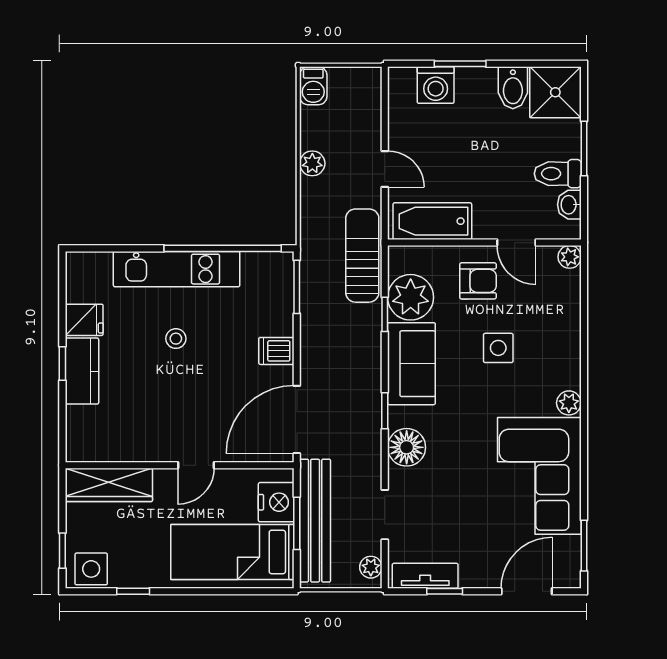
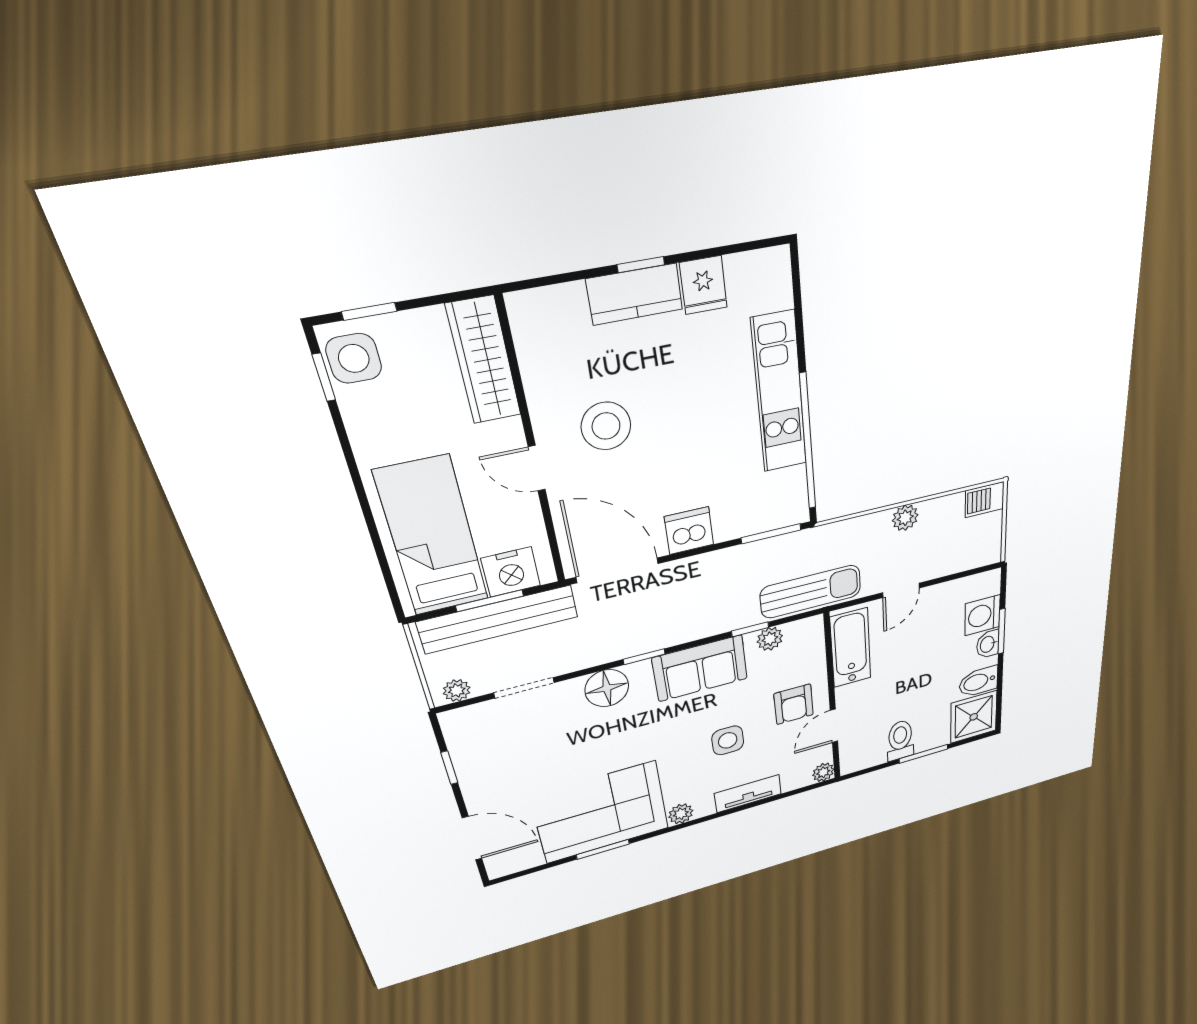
washbasin: (569, 205) -> (988, 644), moved, turned -90
plant: (411, 297) -> (770, 639), width x0.53, depth x0.53
stool: (176, 339) -> (606, 426), moved, width x1.89, depth x1.89
dishwasher: (276, 351) -> (689, 531), width x1.38
window: (584, 546) -> (603, 849), moved
tv unit: (425, 576) -> (748, 794), moved, turned -90
window: (133, 591) -> (324, 377), moved

